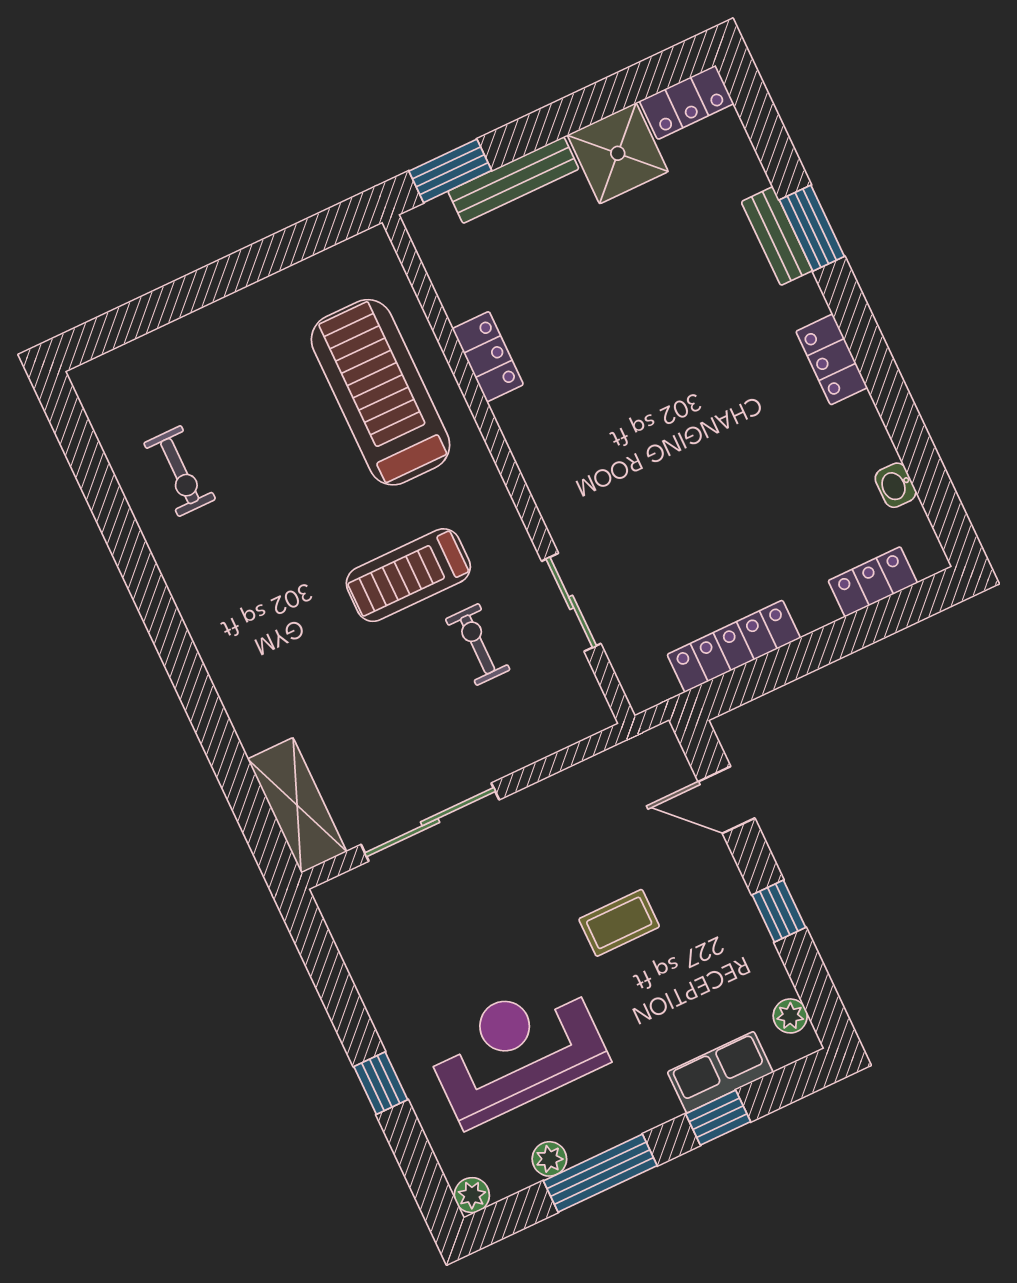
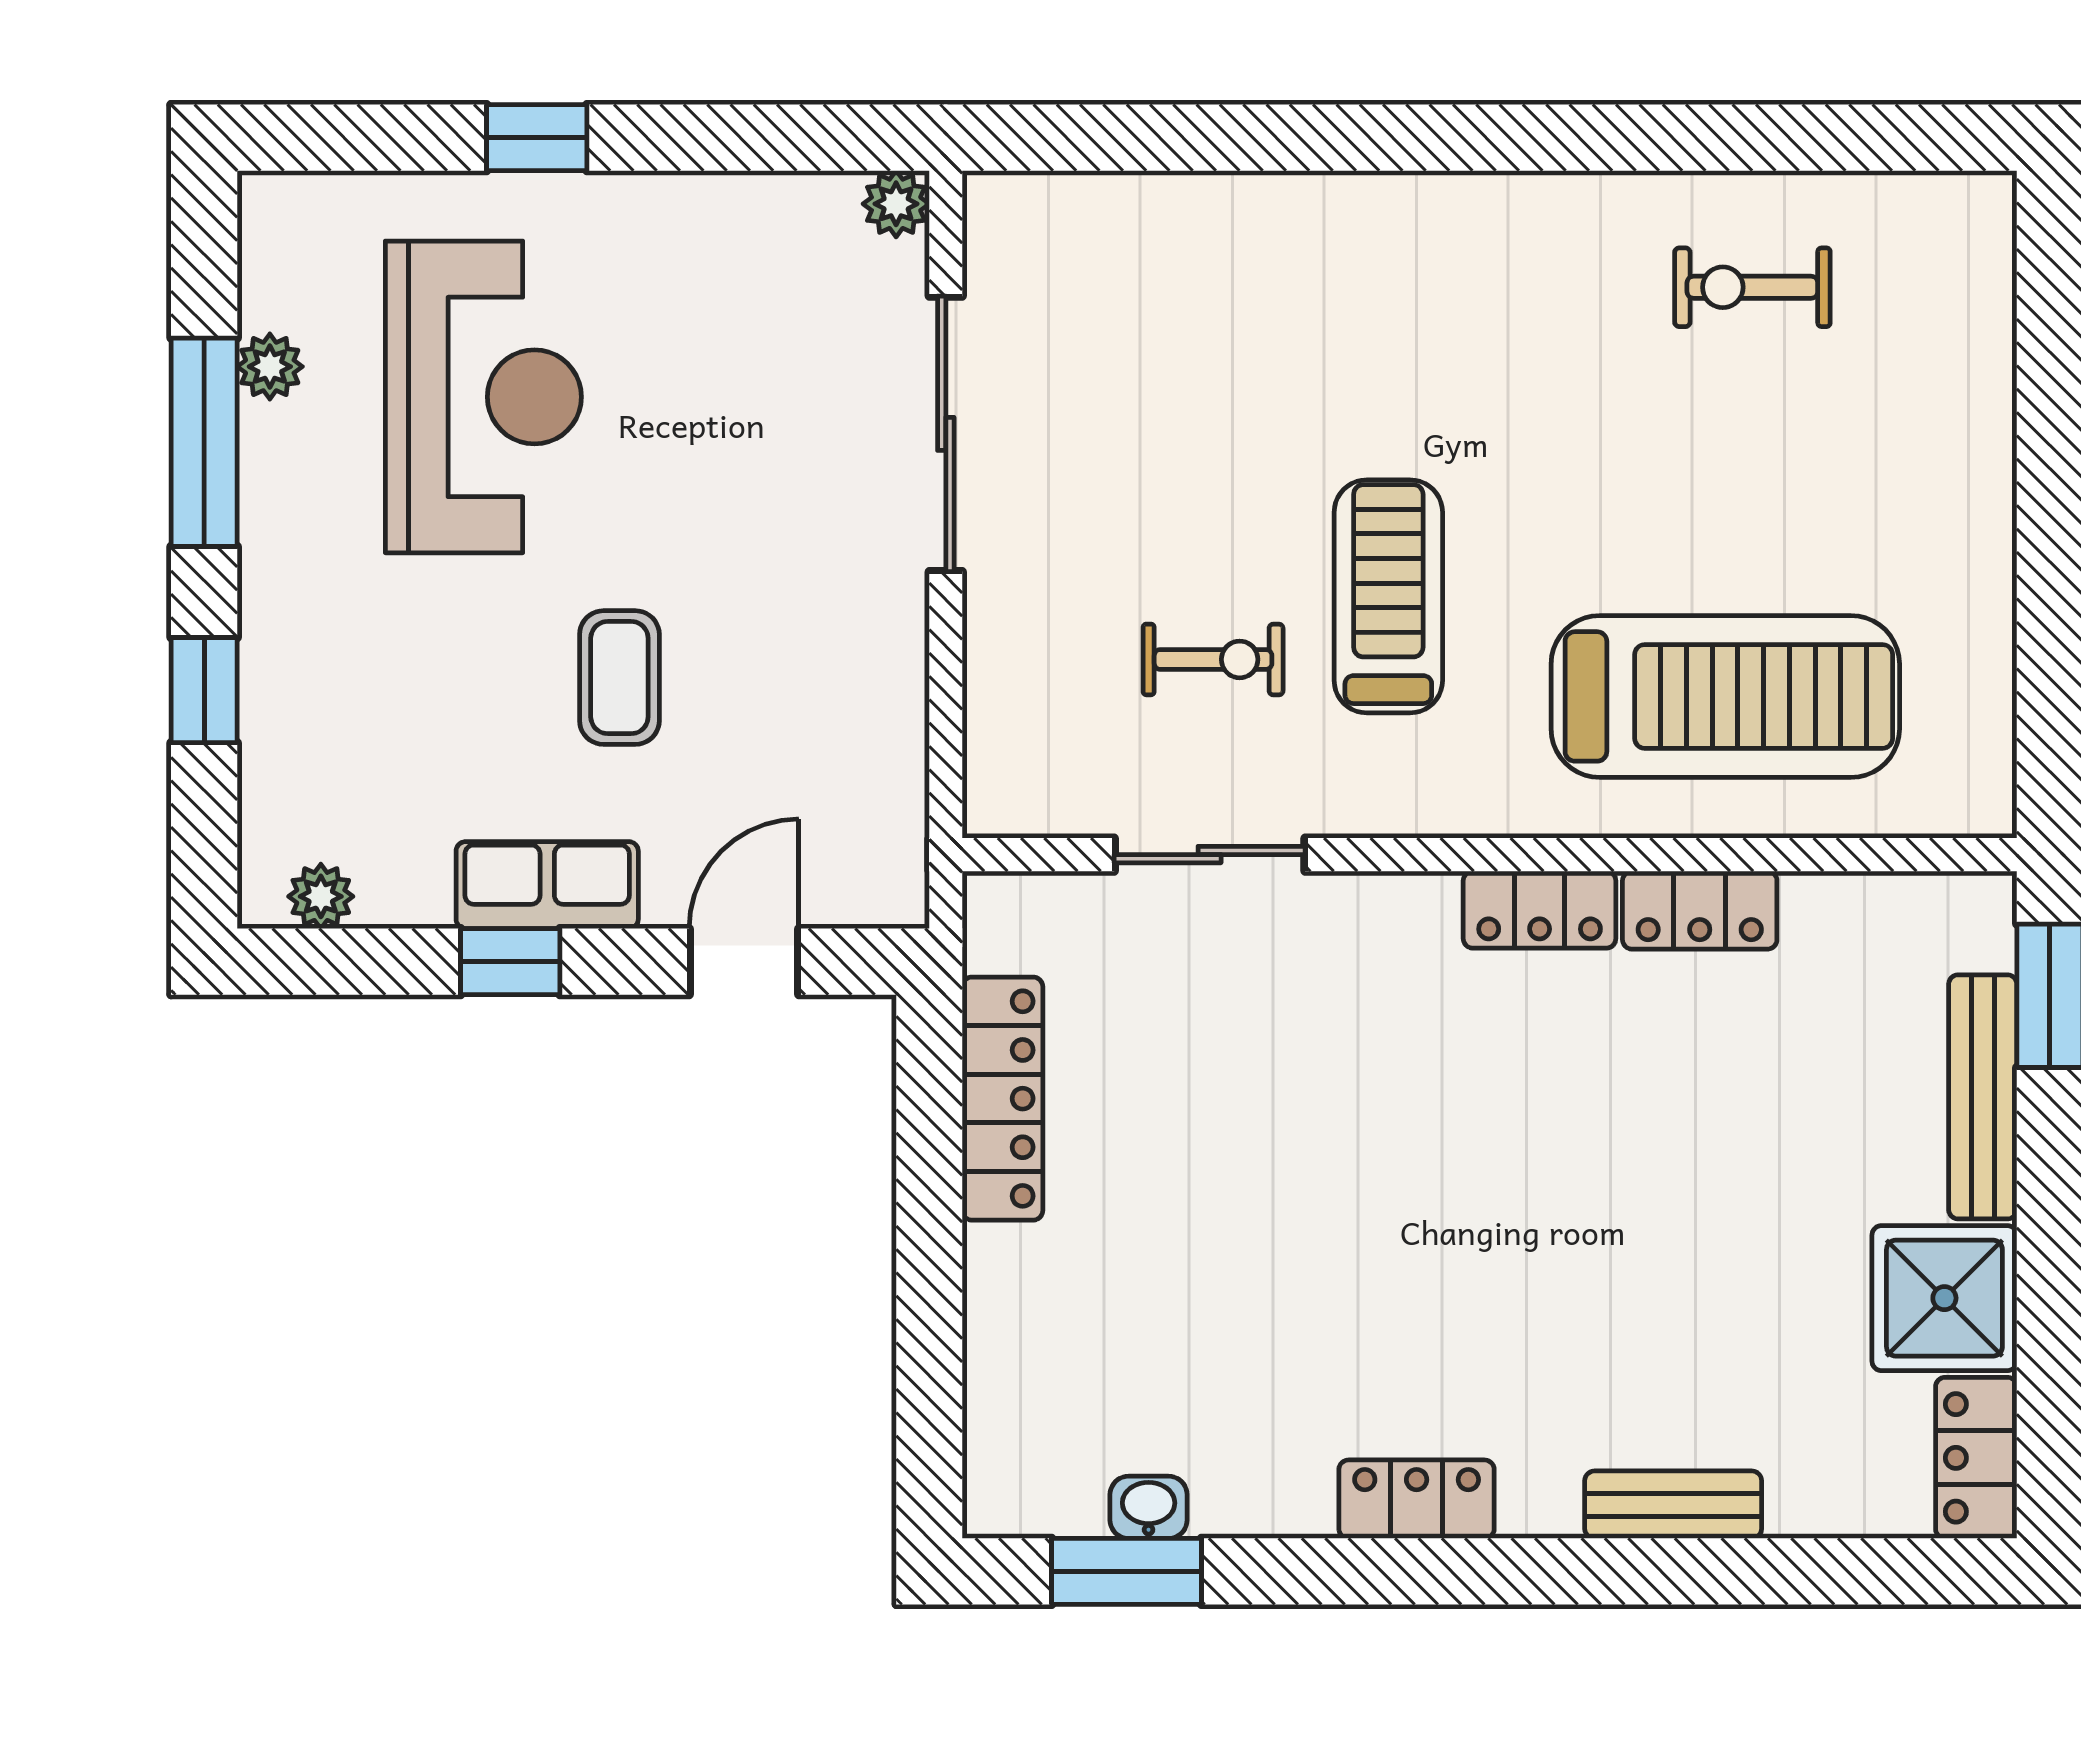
window: (812, 228) -> (1127, 1571), moved
locker: (873, 582) -> (1540, 910), moved, turned 90
shelving: (297, 805) -> (1082, 219), removed
row of seats: (720, 1072) -> (547, 885), moved, turned -90
plant: (472, 1195) -> (896, 204), moved

